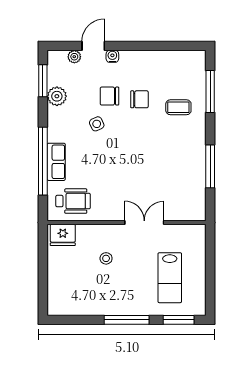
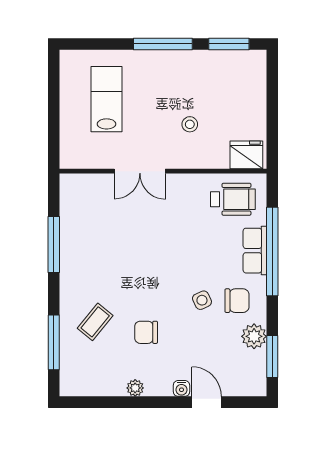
door: (93, 46) -> (207, 402), swing flipped
plant: (74, 57) -> (135, 388), moved
chair: (110, 96) -> (237, 301), moved
coffee table: (178, 107) -> (95, 322), turned -51
wheelchair: (73, 201) -> (233, 199), turned 180
window: (179, 320) -> (229, 44), moved

